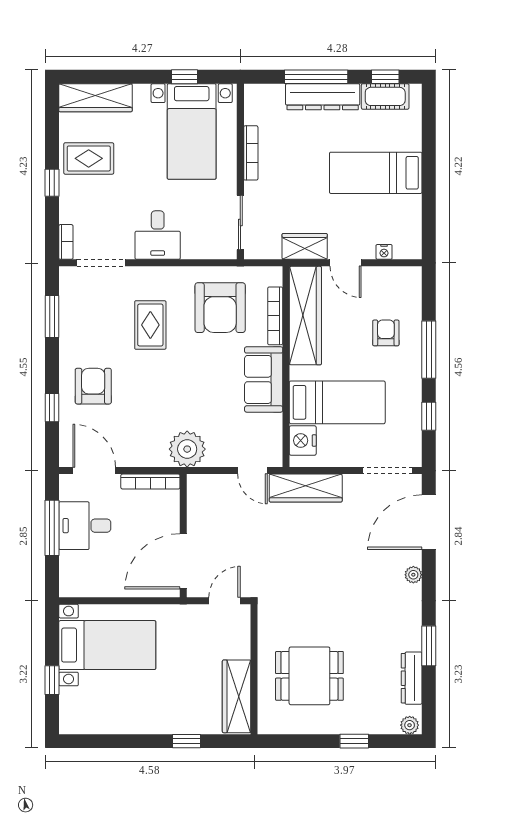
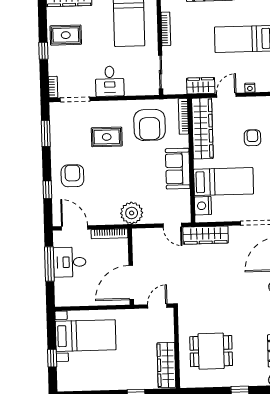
door: (346, 263) -> (226, 95), swing flipped
bookcase: (275, 316) -> (183, 116), moved
rug: (150, 325) -> (107, 137), turned 90

